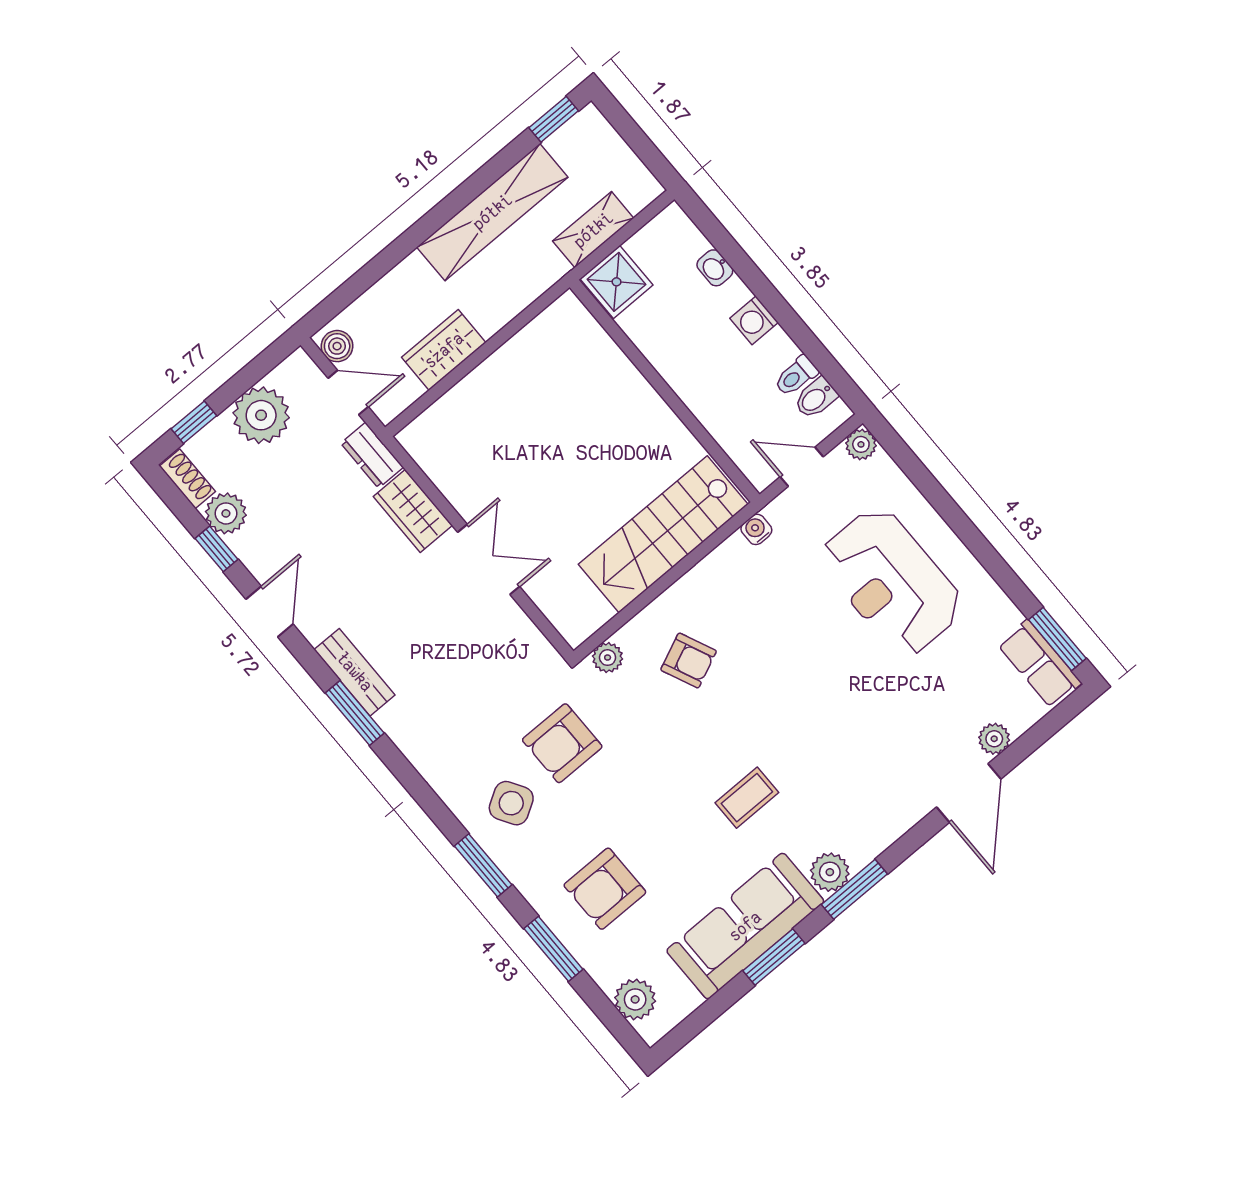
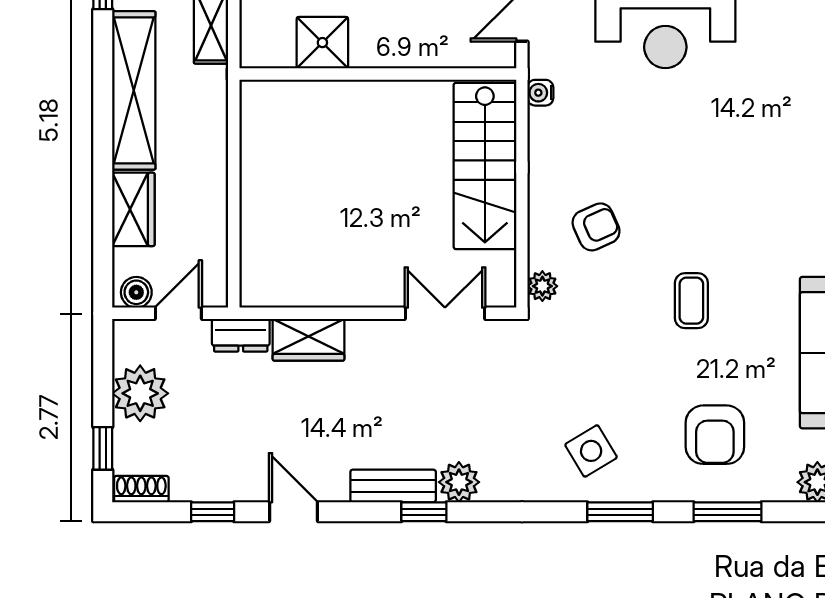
shower: (616, 282) -> (322, 43), moved
wardrobe: (444, 350) -> (133, 209), moved, turned 180
plant: (226, 513) -> (459, 482), moved
double door: (489, 559) -> (445, 313), moved
window: (355, 713) -> (424, 512), width x0.67
armchair: (562, 743) -> (578, 375), removed
coffee table: (747, 798) -> (691, 301), moved

